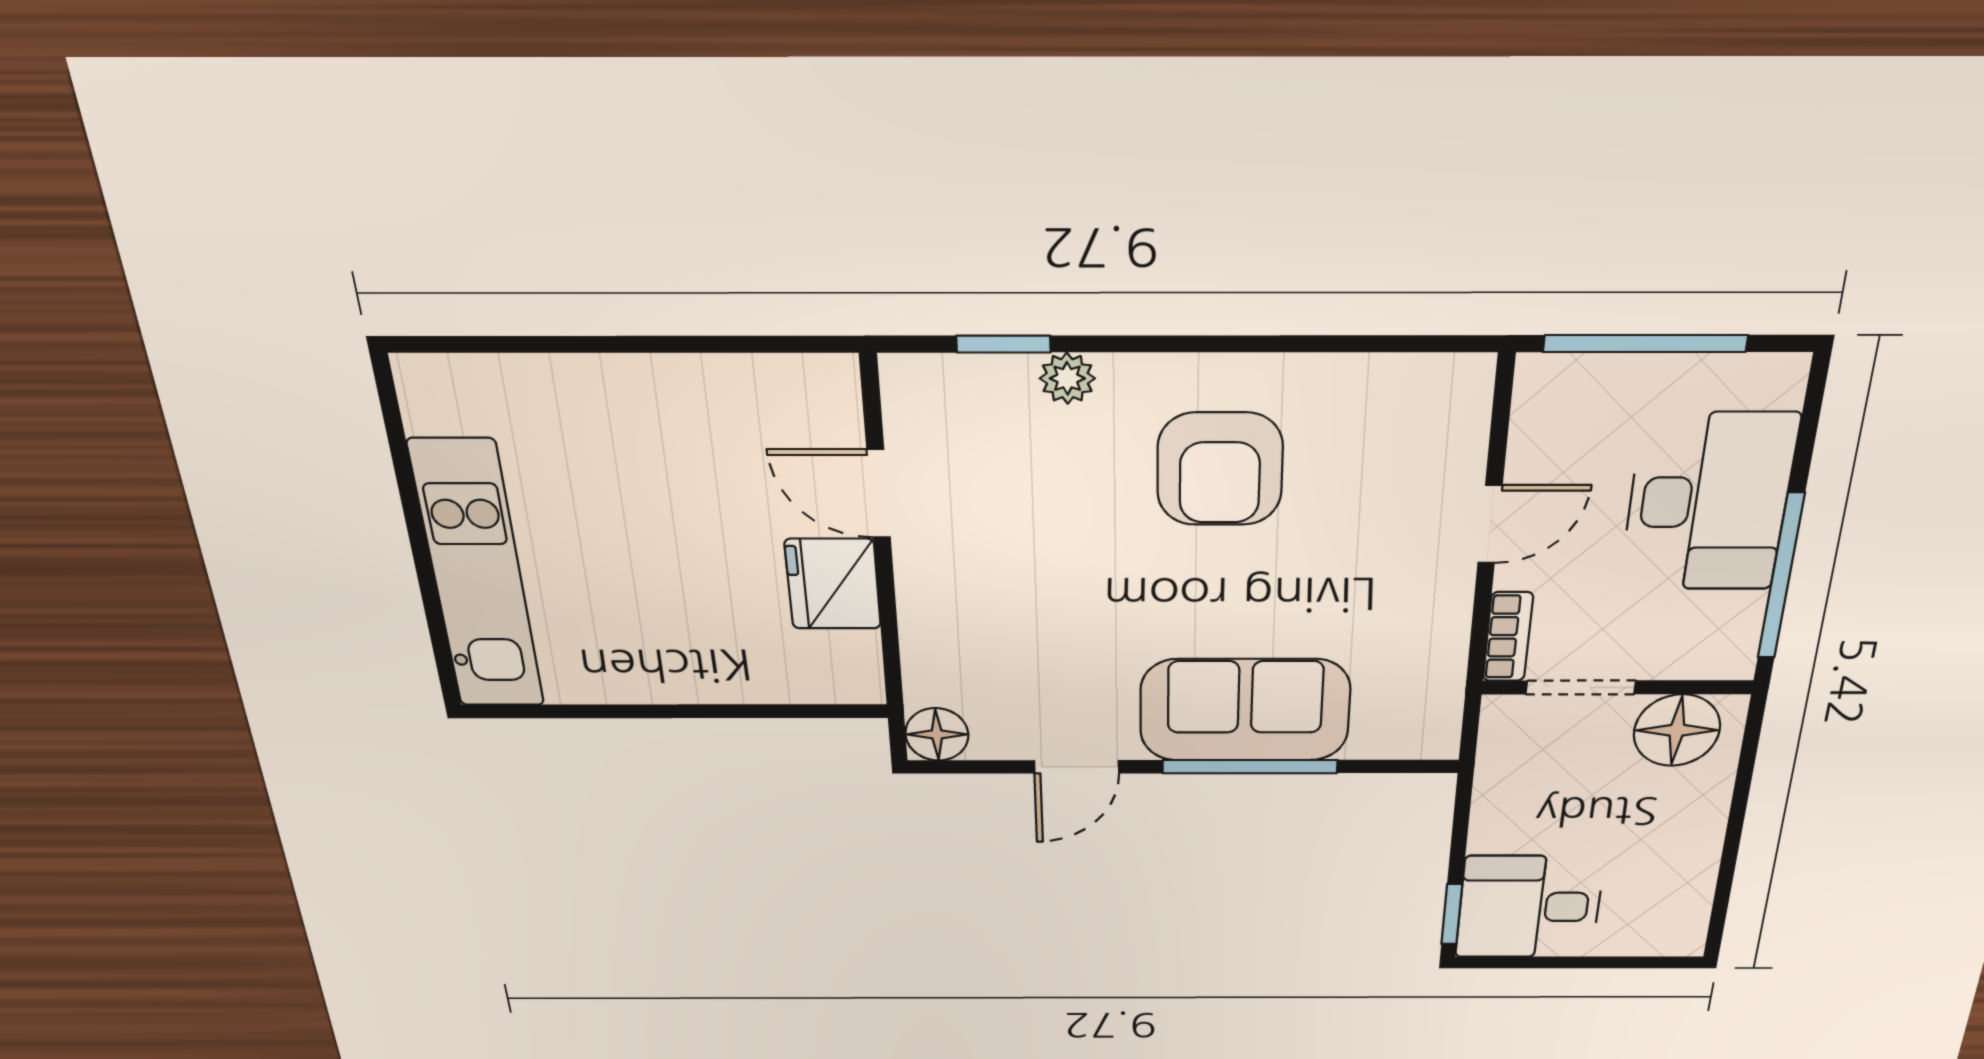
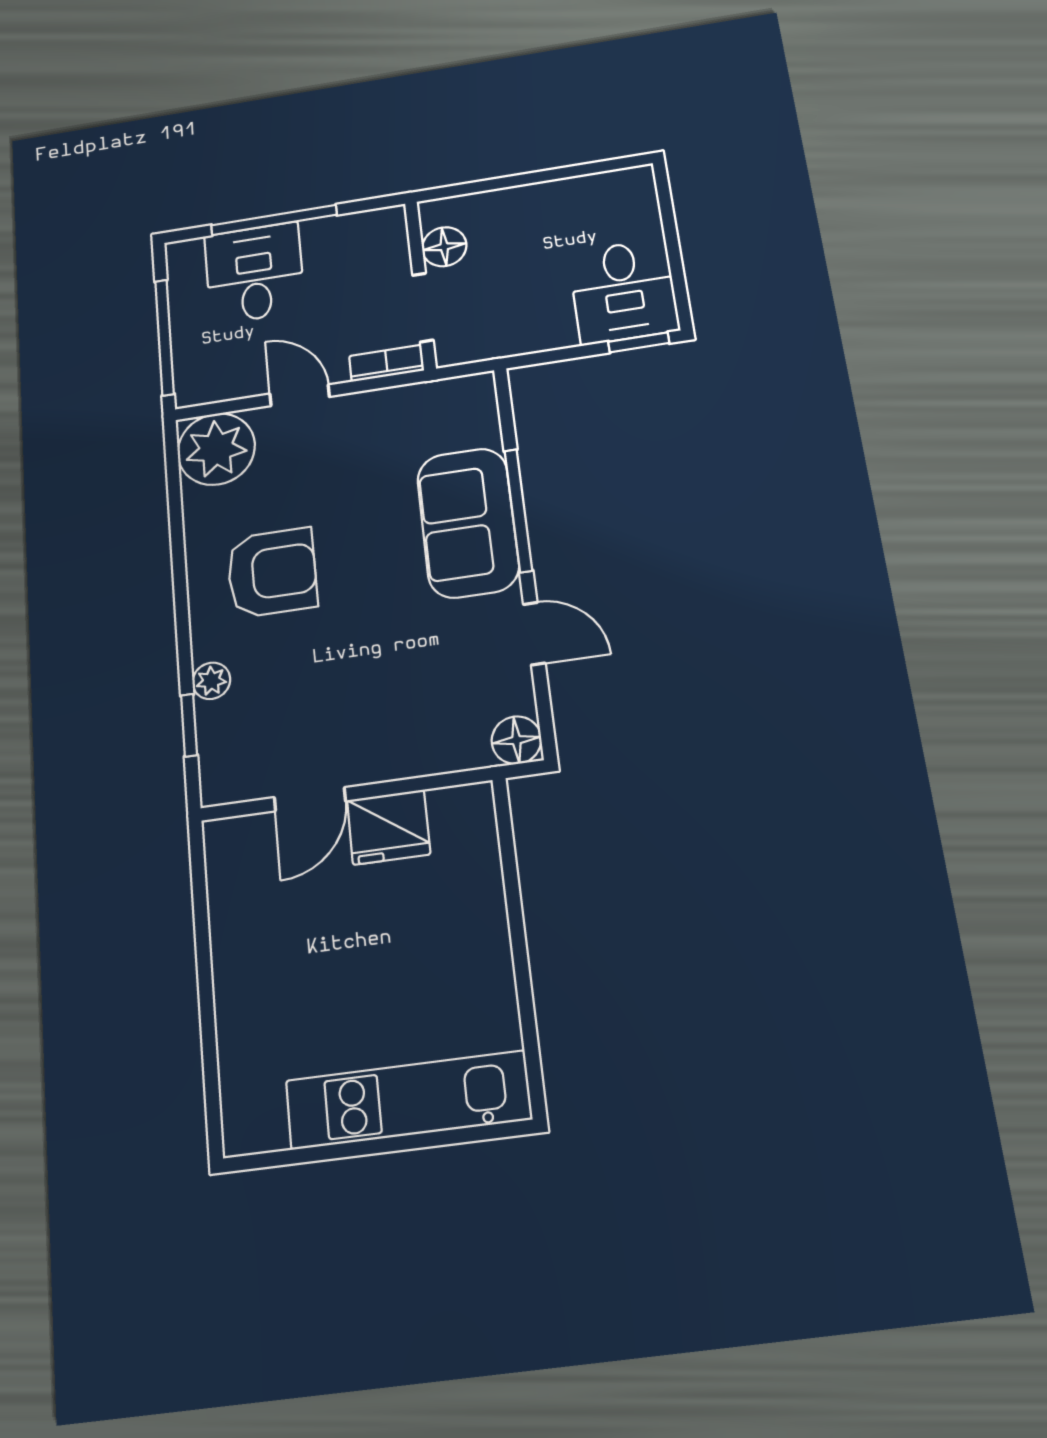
plant: (1434, 407) -> (216, 449), added
desk: (1708, 502) -> (255, 273), width x0.73
window: (1781, 577) -> (274, 220), moved
floor lamp: (1677, 730) -> (444, 247), width x0.73, depth x0.73

